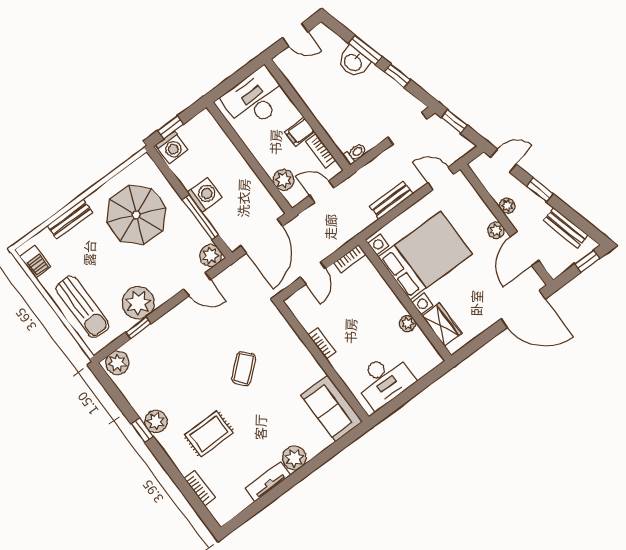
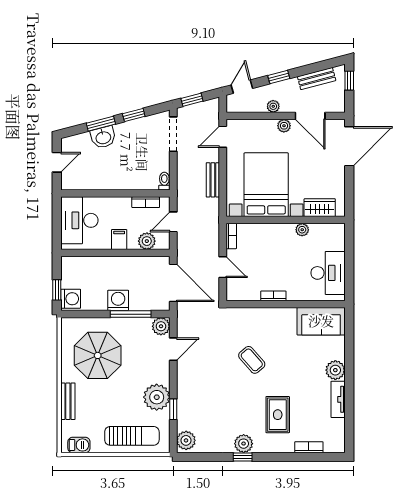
filing cabinet: (300, 132) -> (119, 240), moved, turned 180

